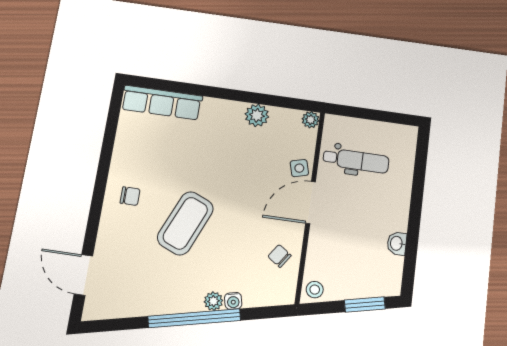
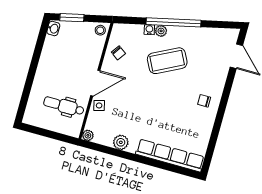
row of seats: (162, 103) -> (170, 155), width x1.36
coffee table: (185, 223) -> (167, 61), moved, turned 40
washbasin: (397, 243) -> (53, 28), moved

